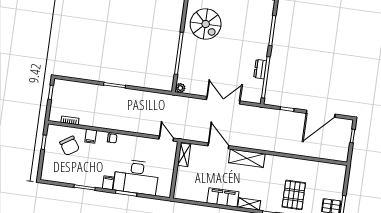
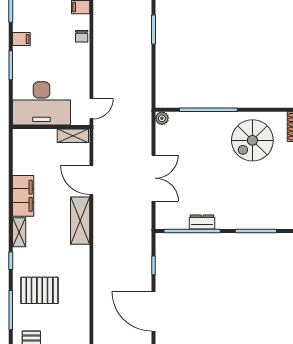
door: (218, 146) -> (91, 180), swing flipped
desk: (136, 177) -> (41, 103), moved, turned -90

